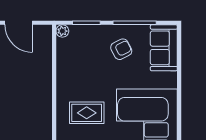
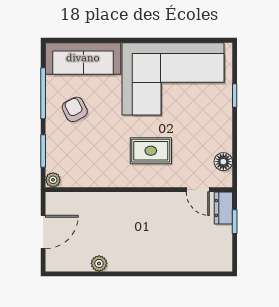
sofa: (164, 48) -> (83, 58), width x1.36
rug: (87, 113) -> (151, 151), turned 90

